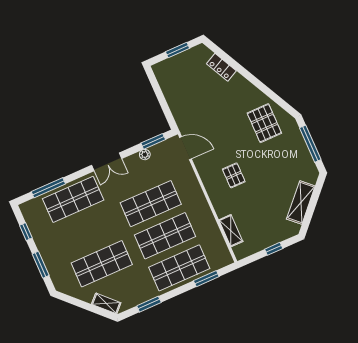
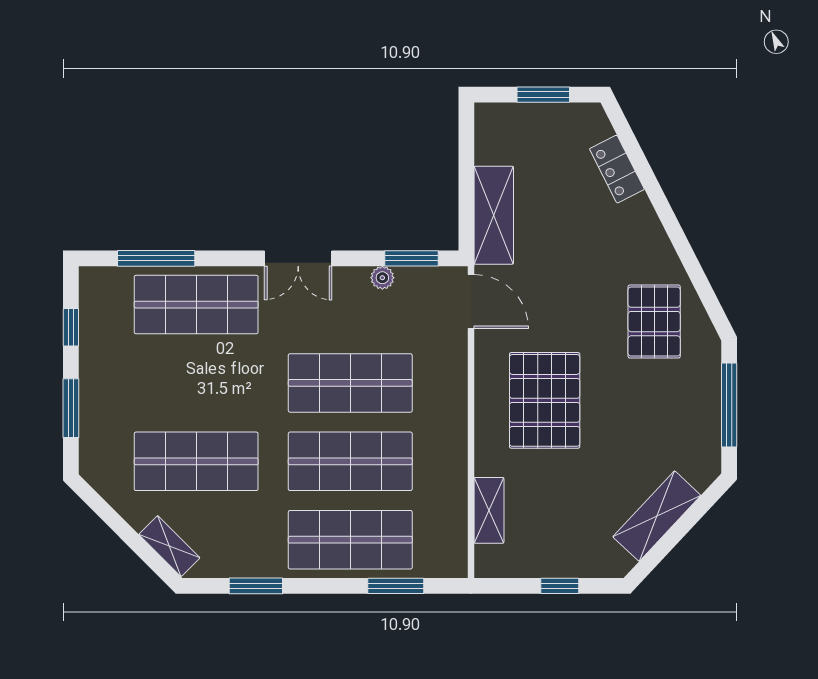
shelving: (179, 109) -> (494, 215), added
pallet: (234, 175) -> (545, 400), width x2.05, depth x2.00

